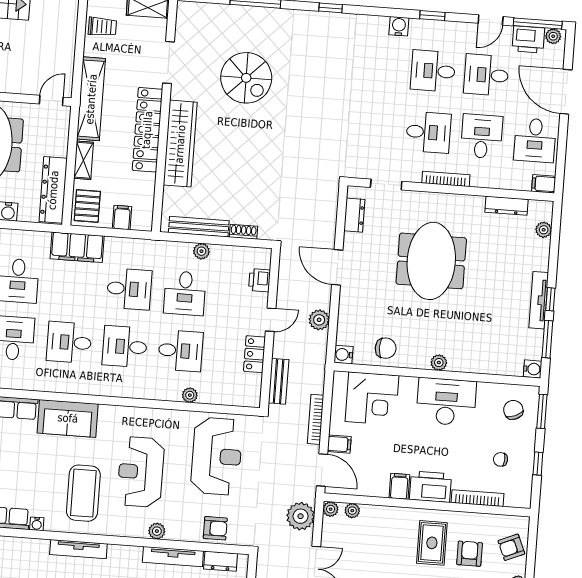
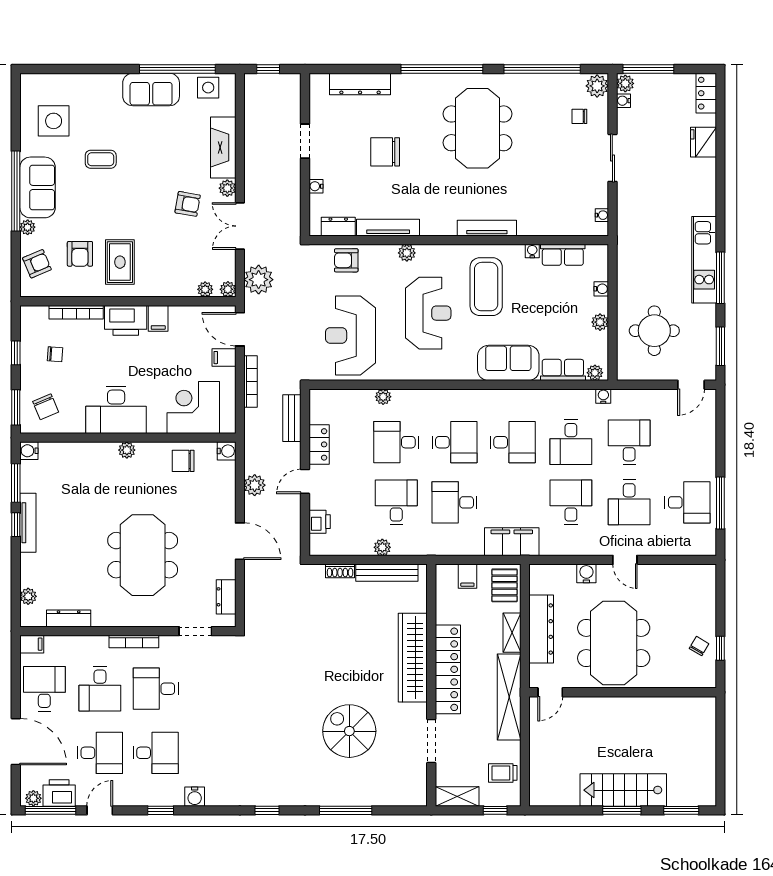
dresser: (53, 190) -> (541, 629), moved

